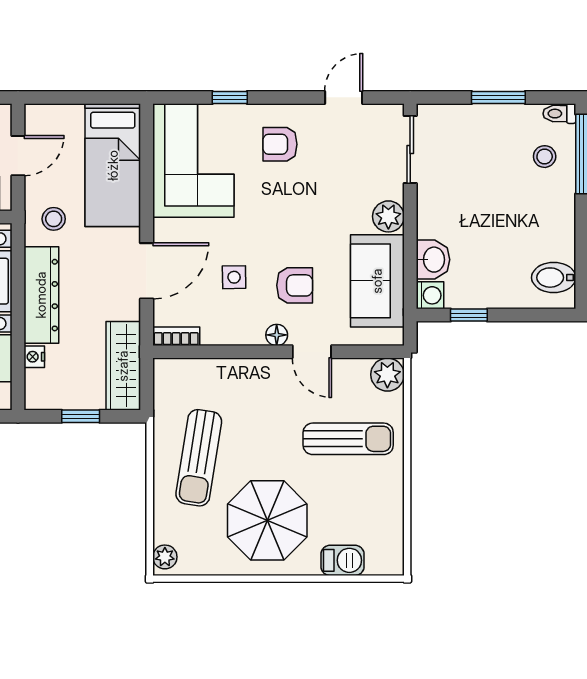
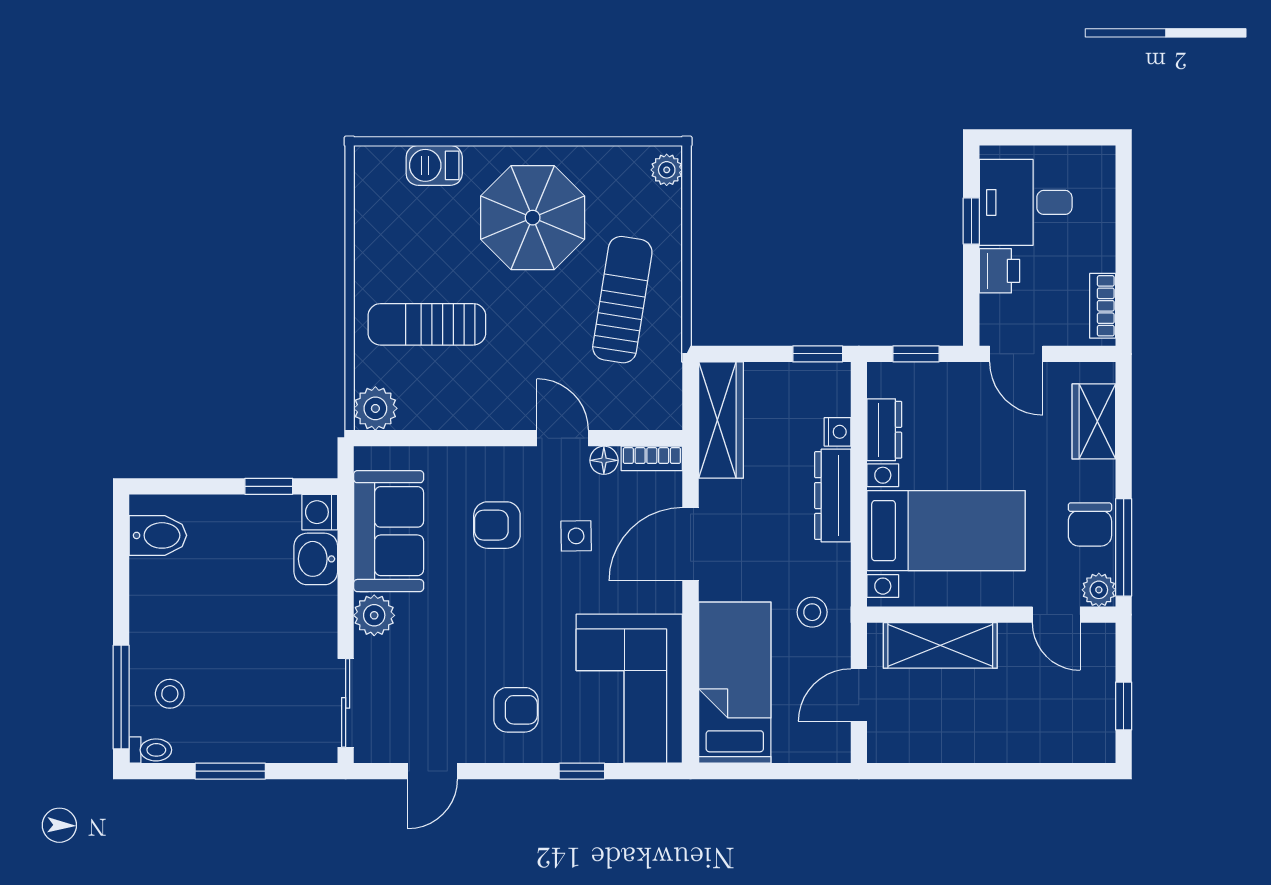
dresser: (41, 295) -> (833, 496), width x0.73, depth x0.80
floor lamp: (277, 335) -> (604, 460), moved
door: (312, 352) -> (563, 438), moved
window: (81, 416) -> (818, 354), moved

